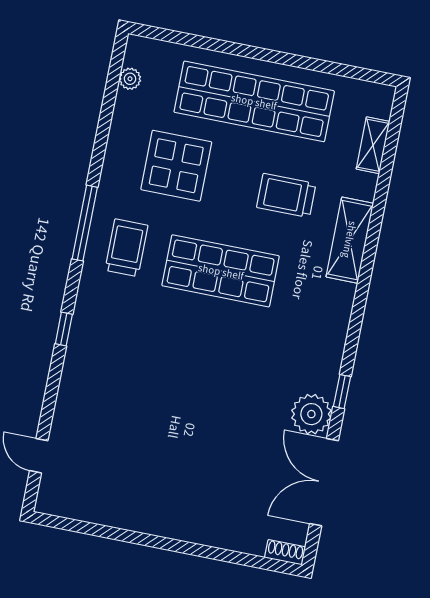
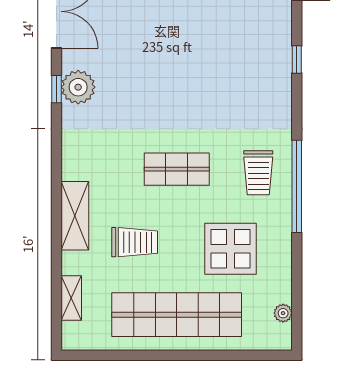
window: (85, 223) -> (297, 186), width x1.46
shop shelf: (221, 271) -> (177, 169), width x0.70, depth x0.74
window: (64, 329) -> (297, 60), moved
plant: (311, 414) -> (78, 87), moved

